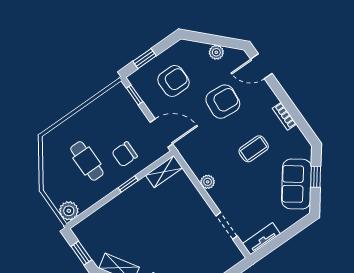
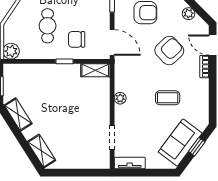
armchair: (223, 102) -> (169, 51), turned -48
bookcase: (284, 116) -> (204, 67), moved

